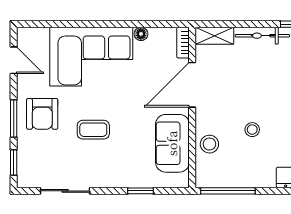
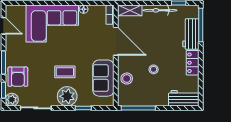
door: (192, 85) -> (116, 41), swing flipped
armchair: (42, 114) -> (18, 77), moved
coffee table: (93, 130) -> (65, 72), moved
plant: (115, 172) -> (67, 96), added
plant: (27, 178) -> (12, 100), added

